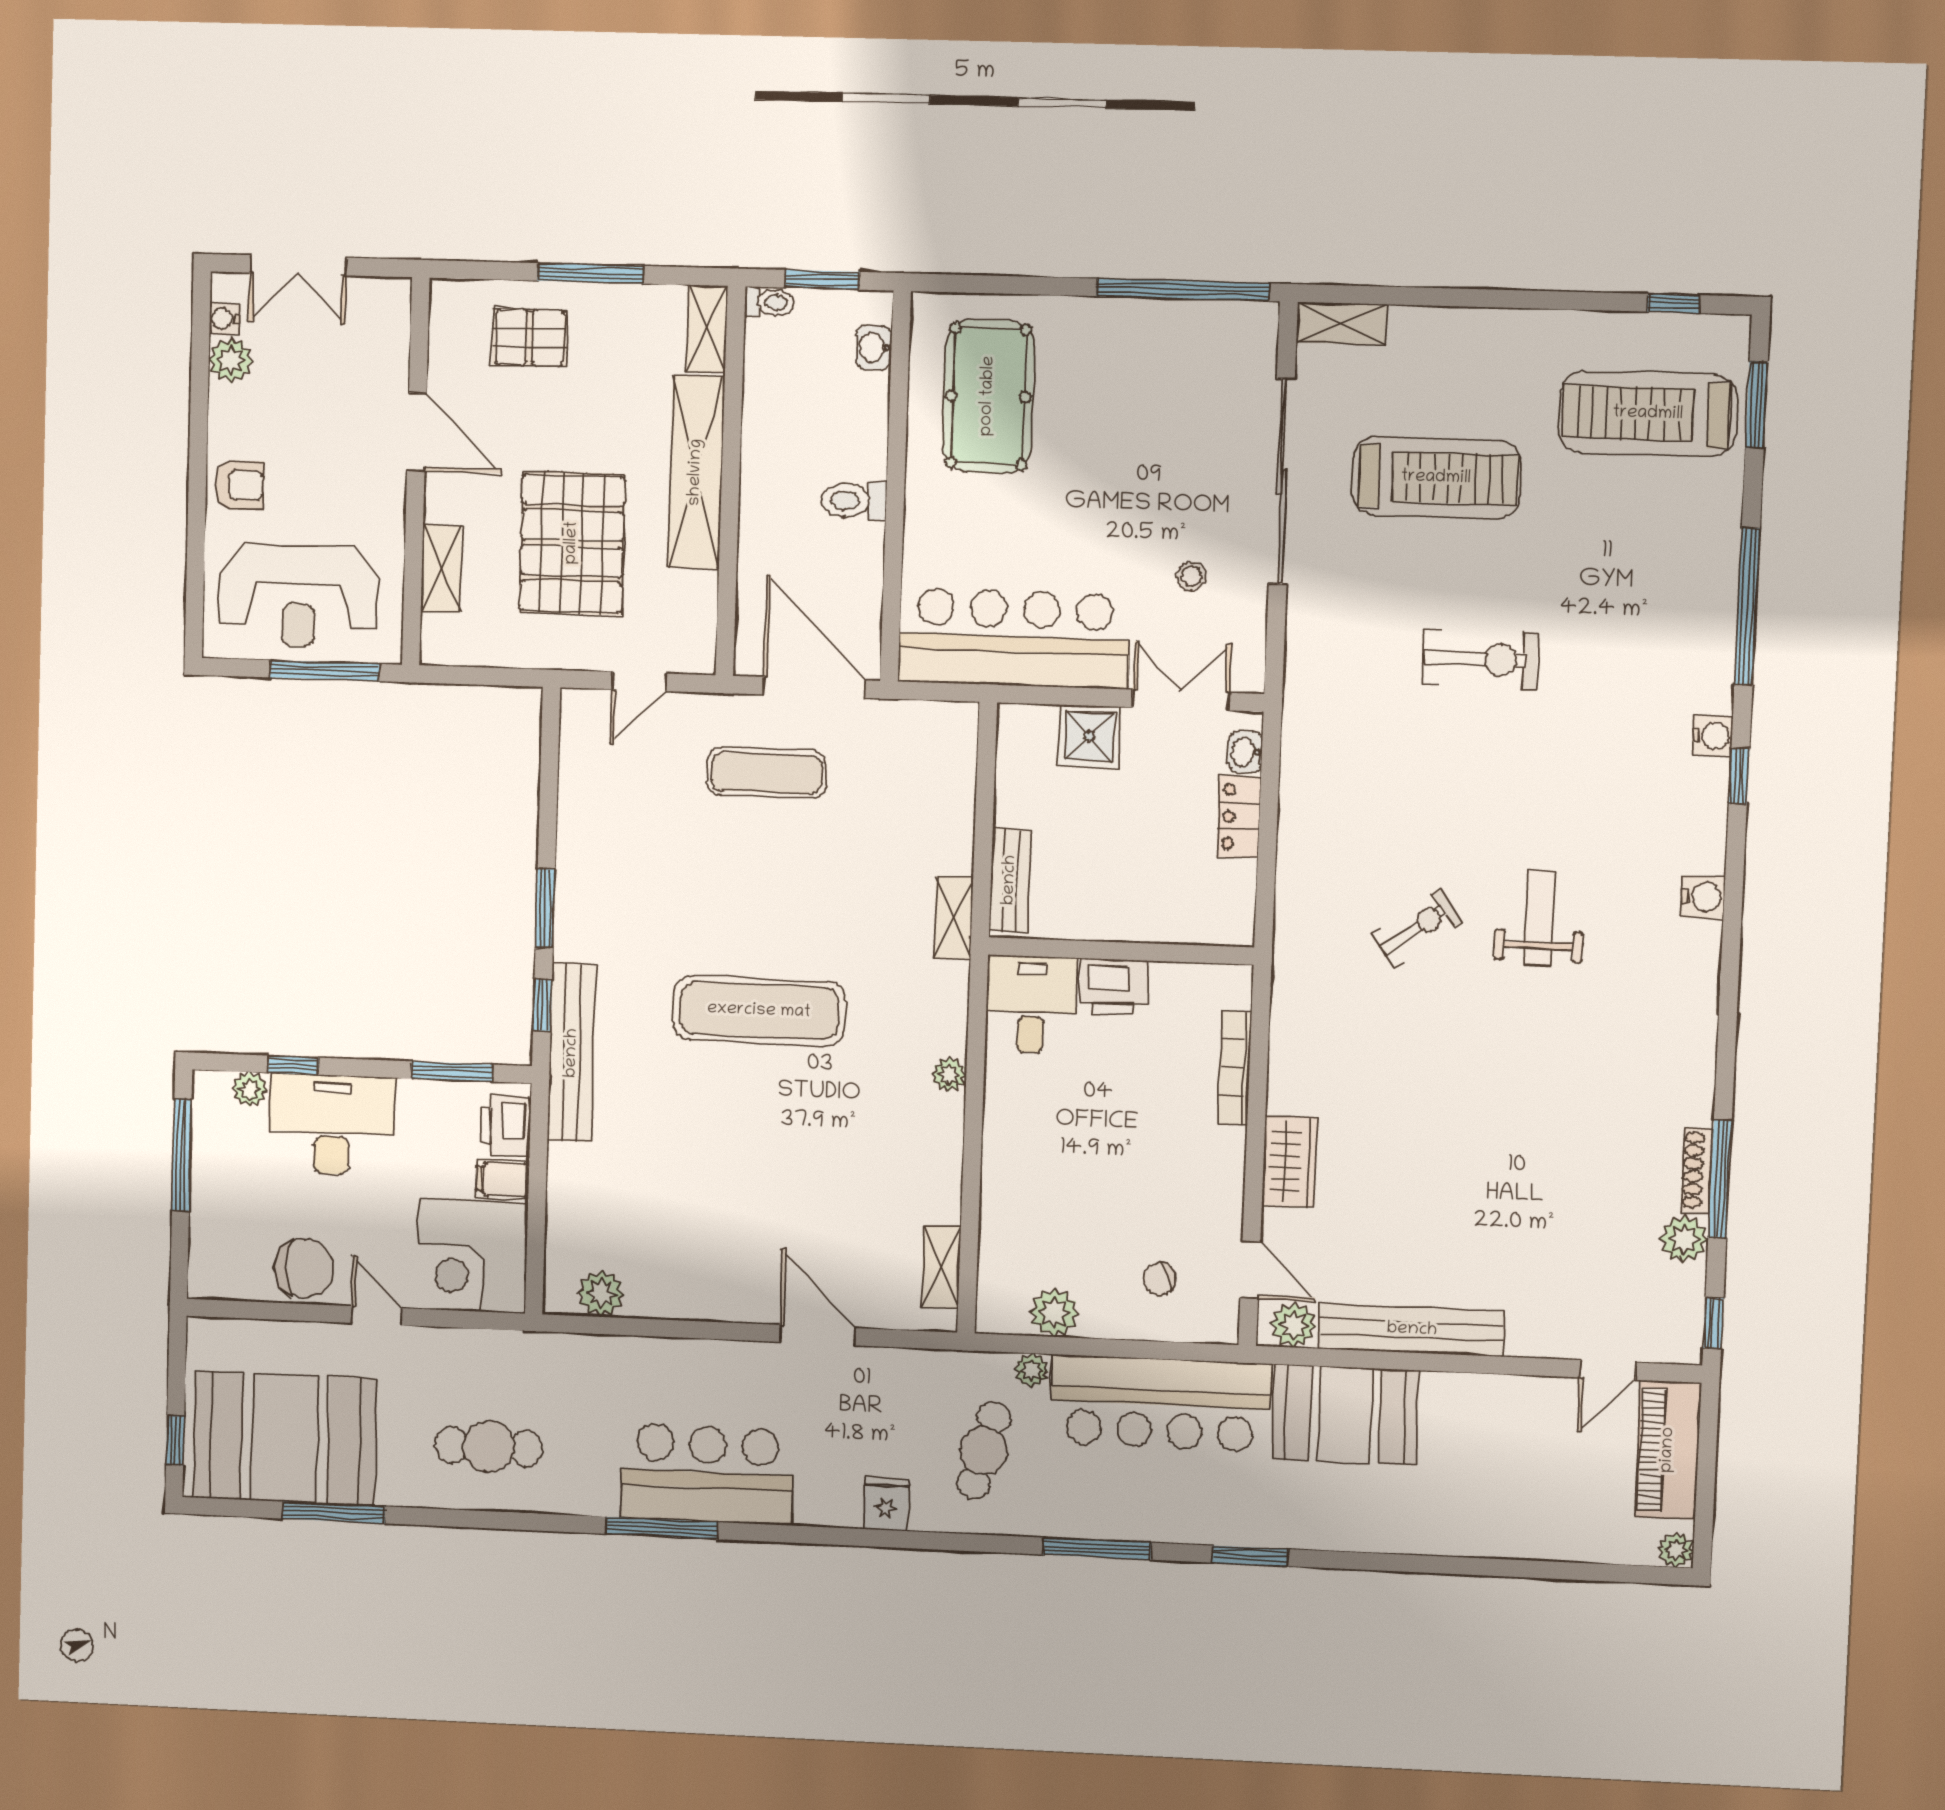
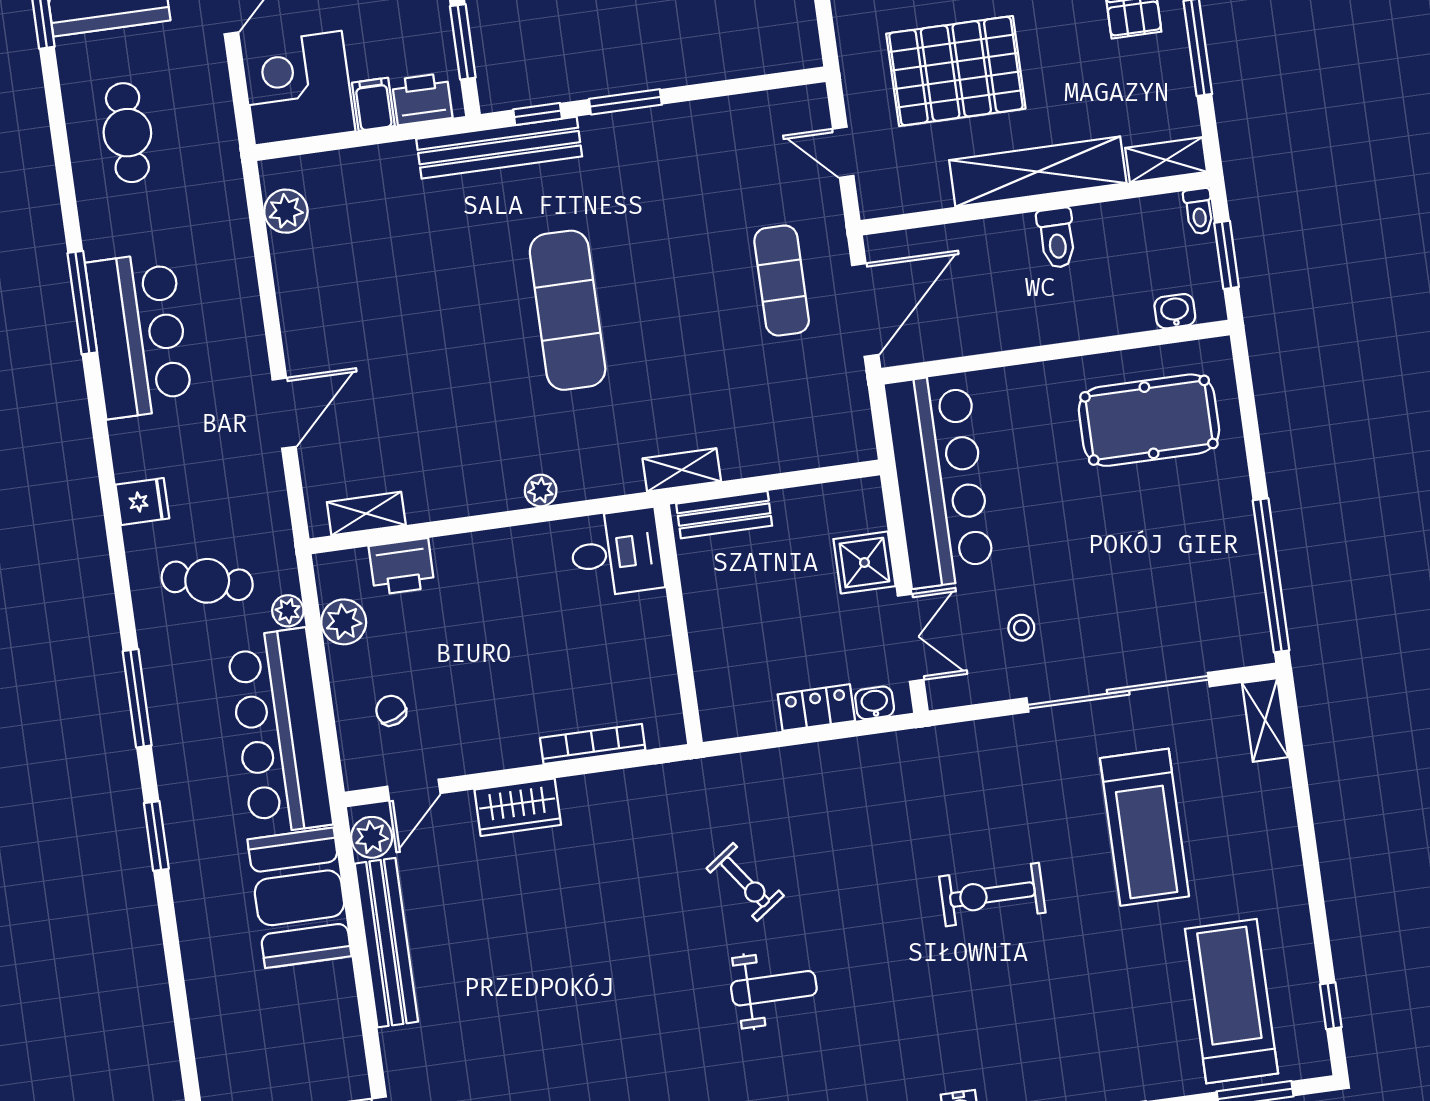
toilet: (854, 500) -> (1057, 238), moved, turned 180
exercise bike: (1480, 659) -> (992, 895), turned 90
printer: (1114, 987) -> (402, 567), moved, turned -90

